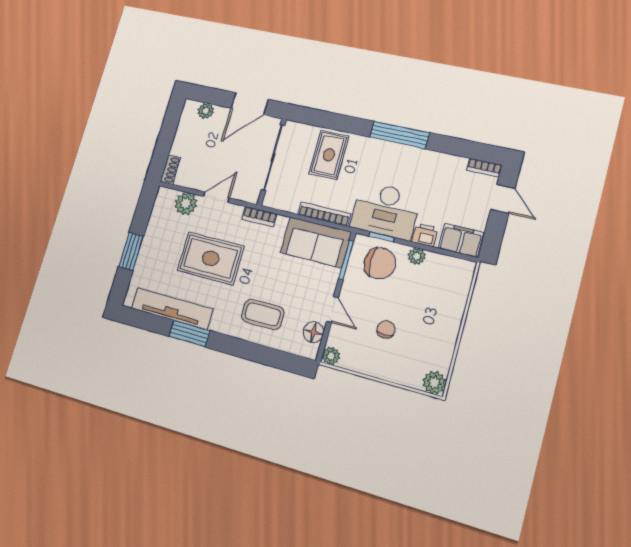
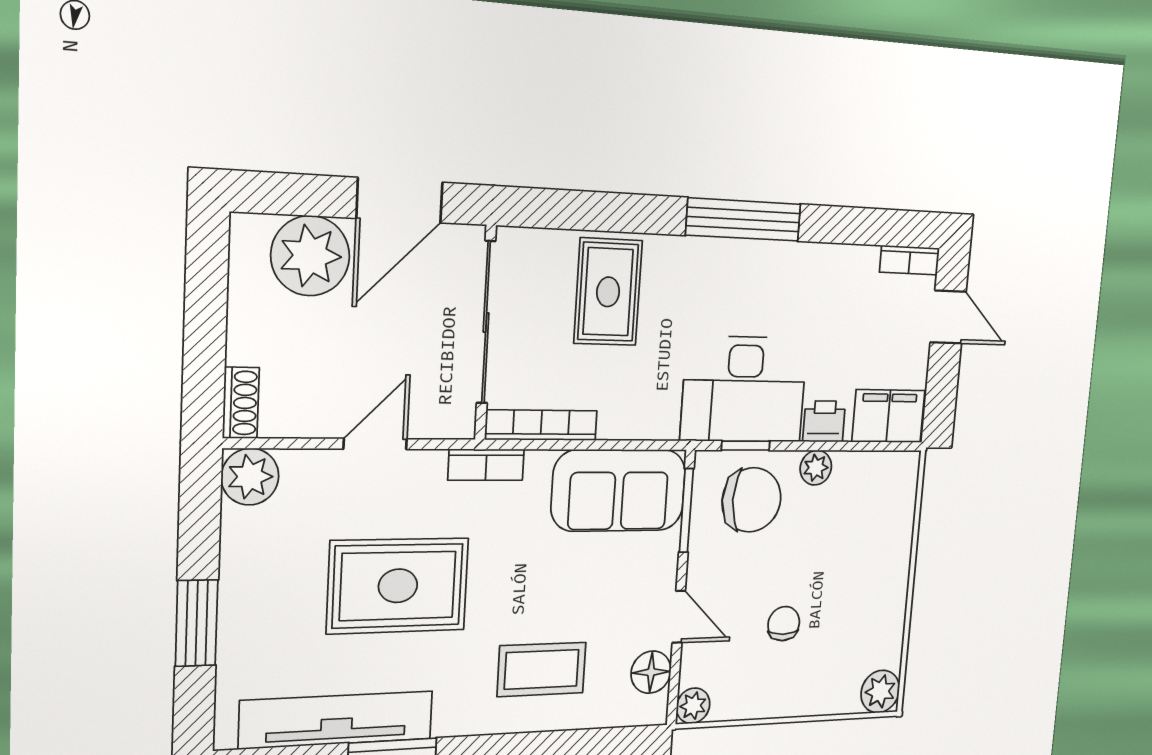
plant: (206, 111) -> (310, 256), width x1.87, depth x1.87
plant: (186, 204) -> (250, 477), moved
bookcase: (324, 214) -> (541, 425), moved

